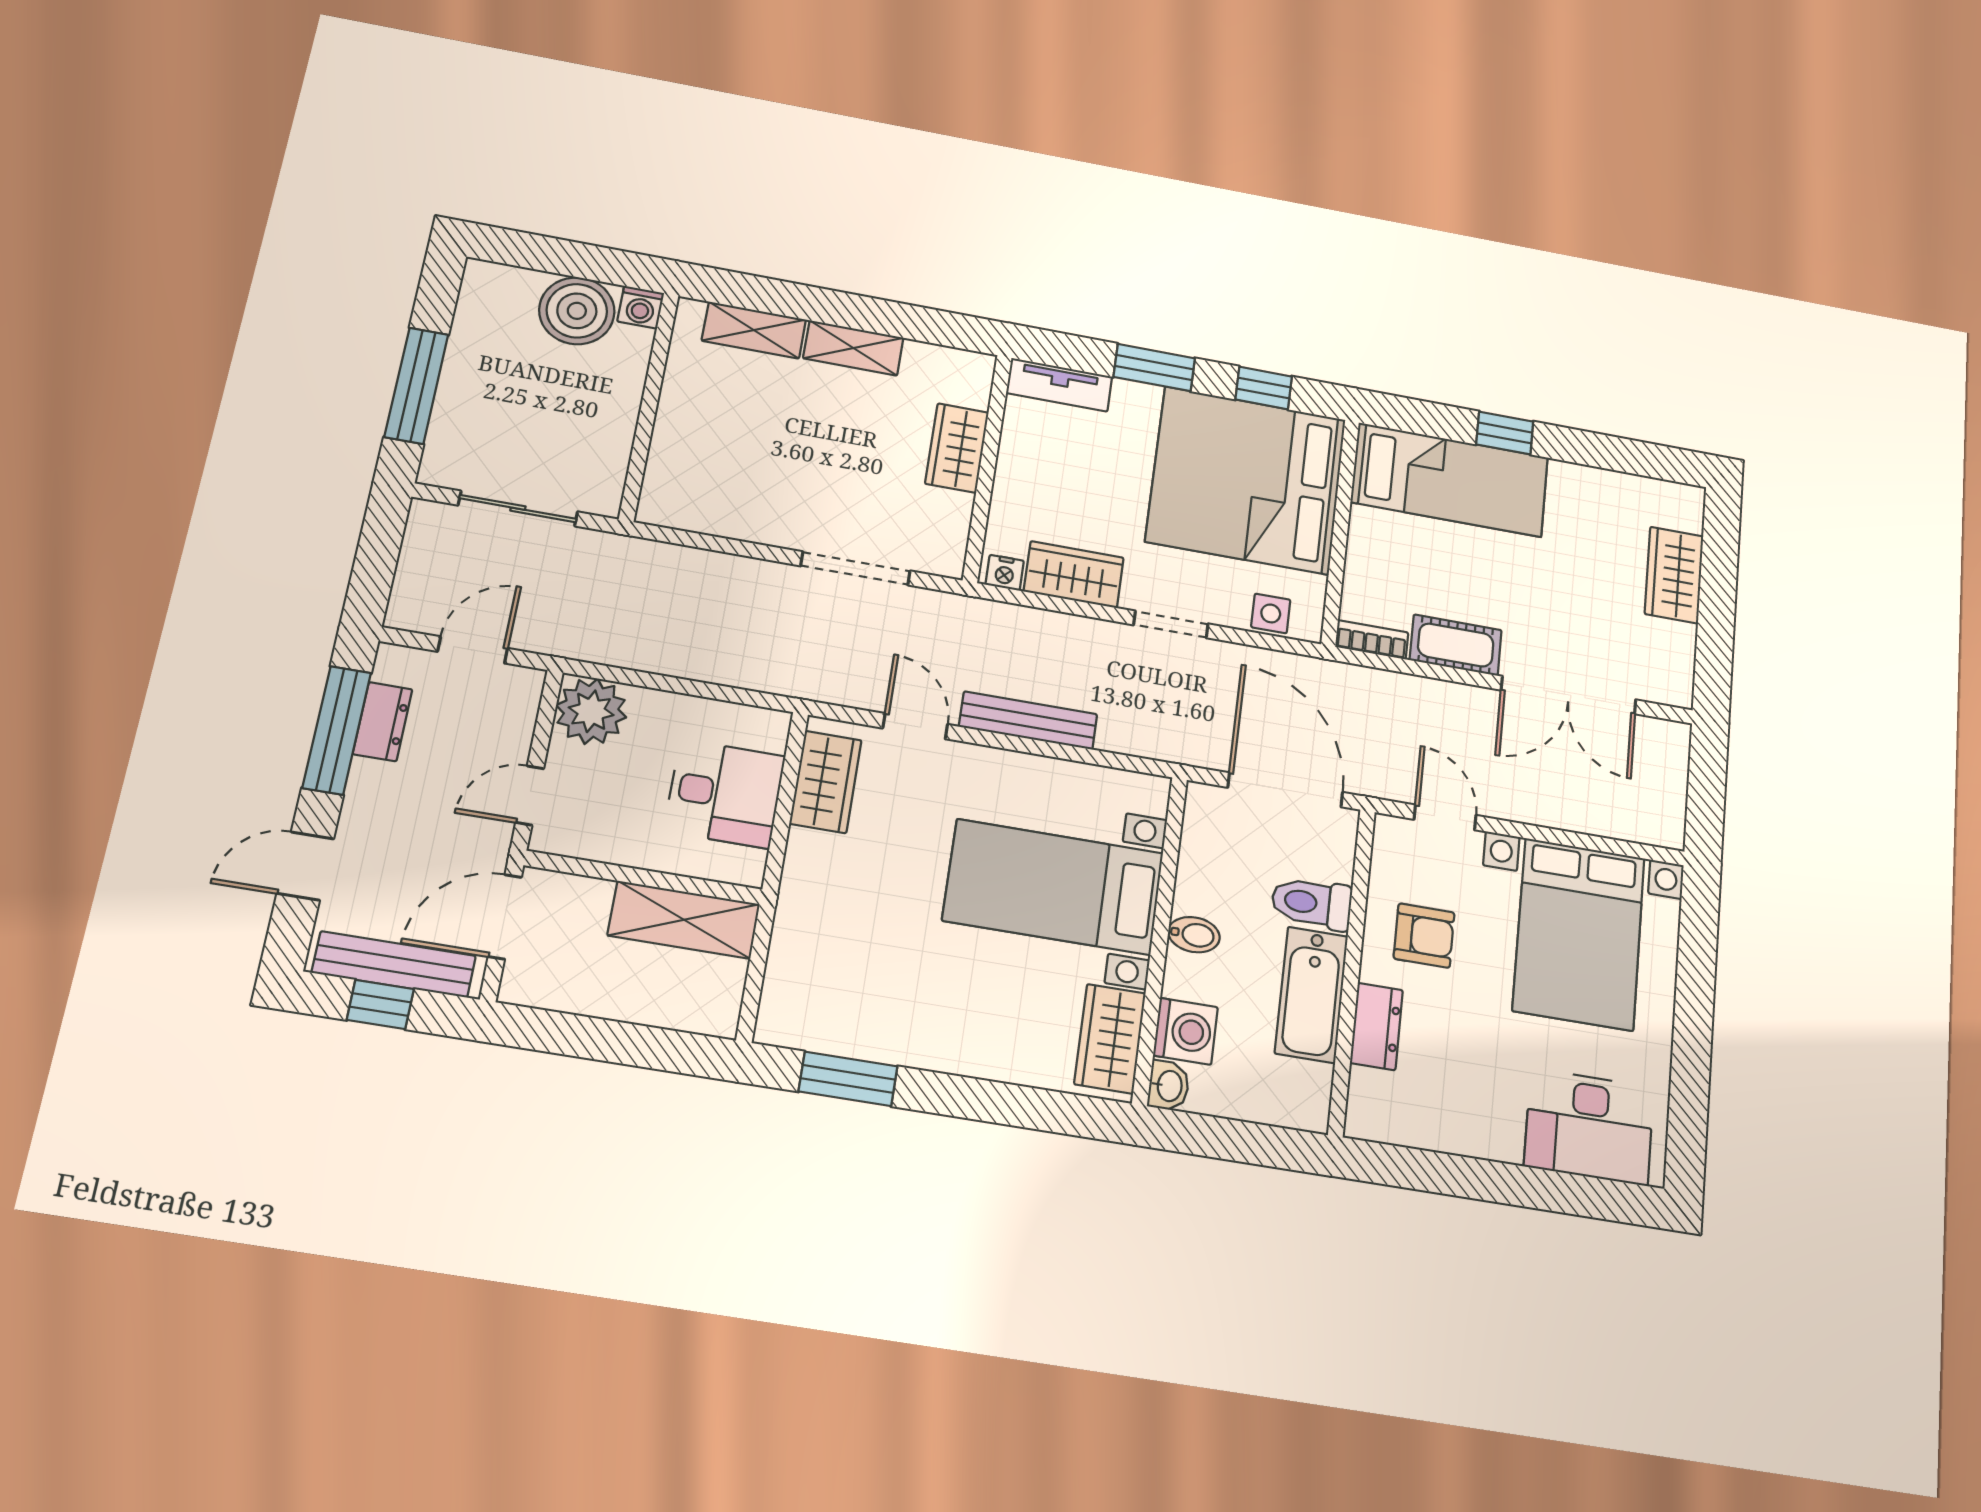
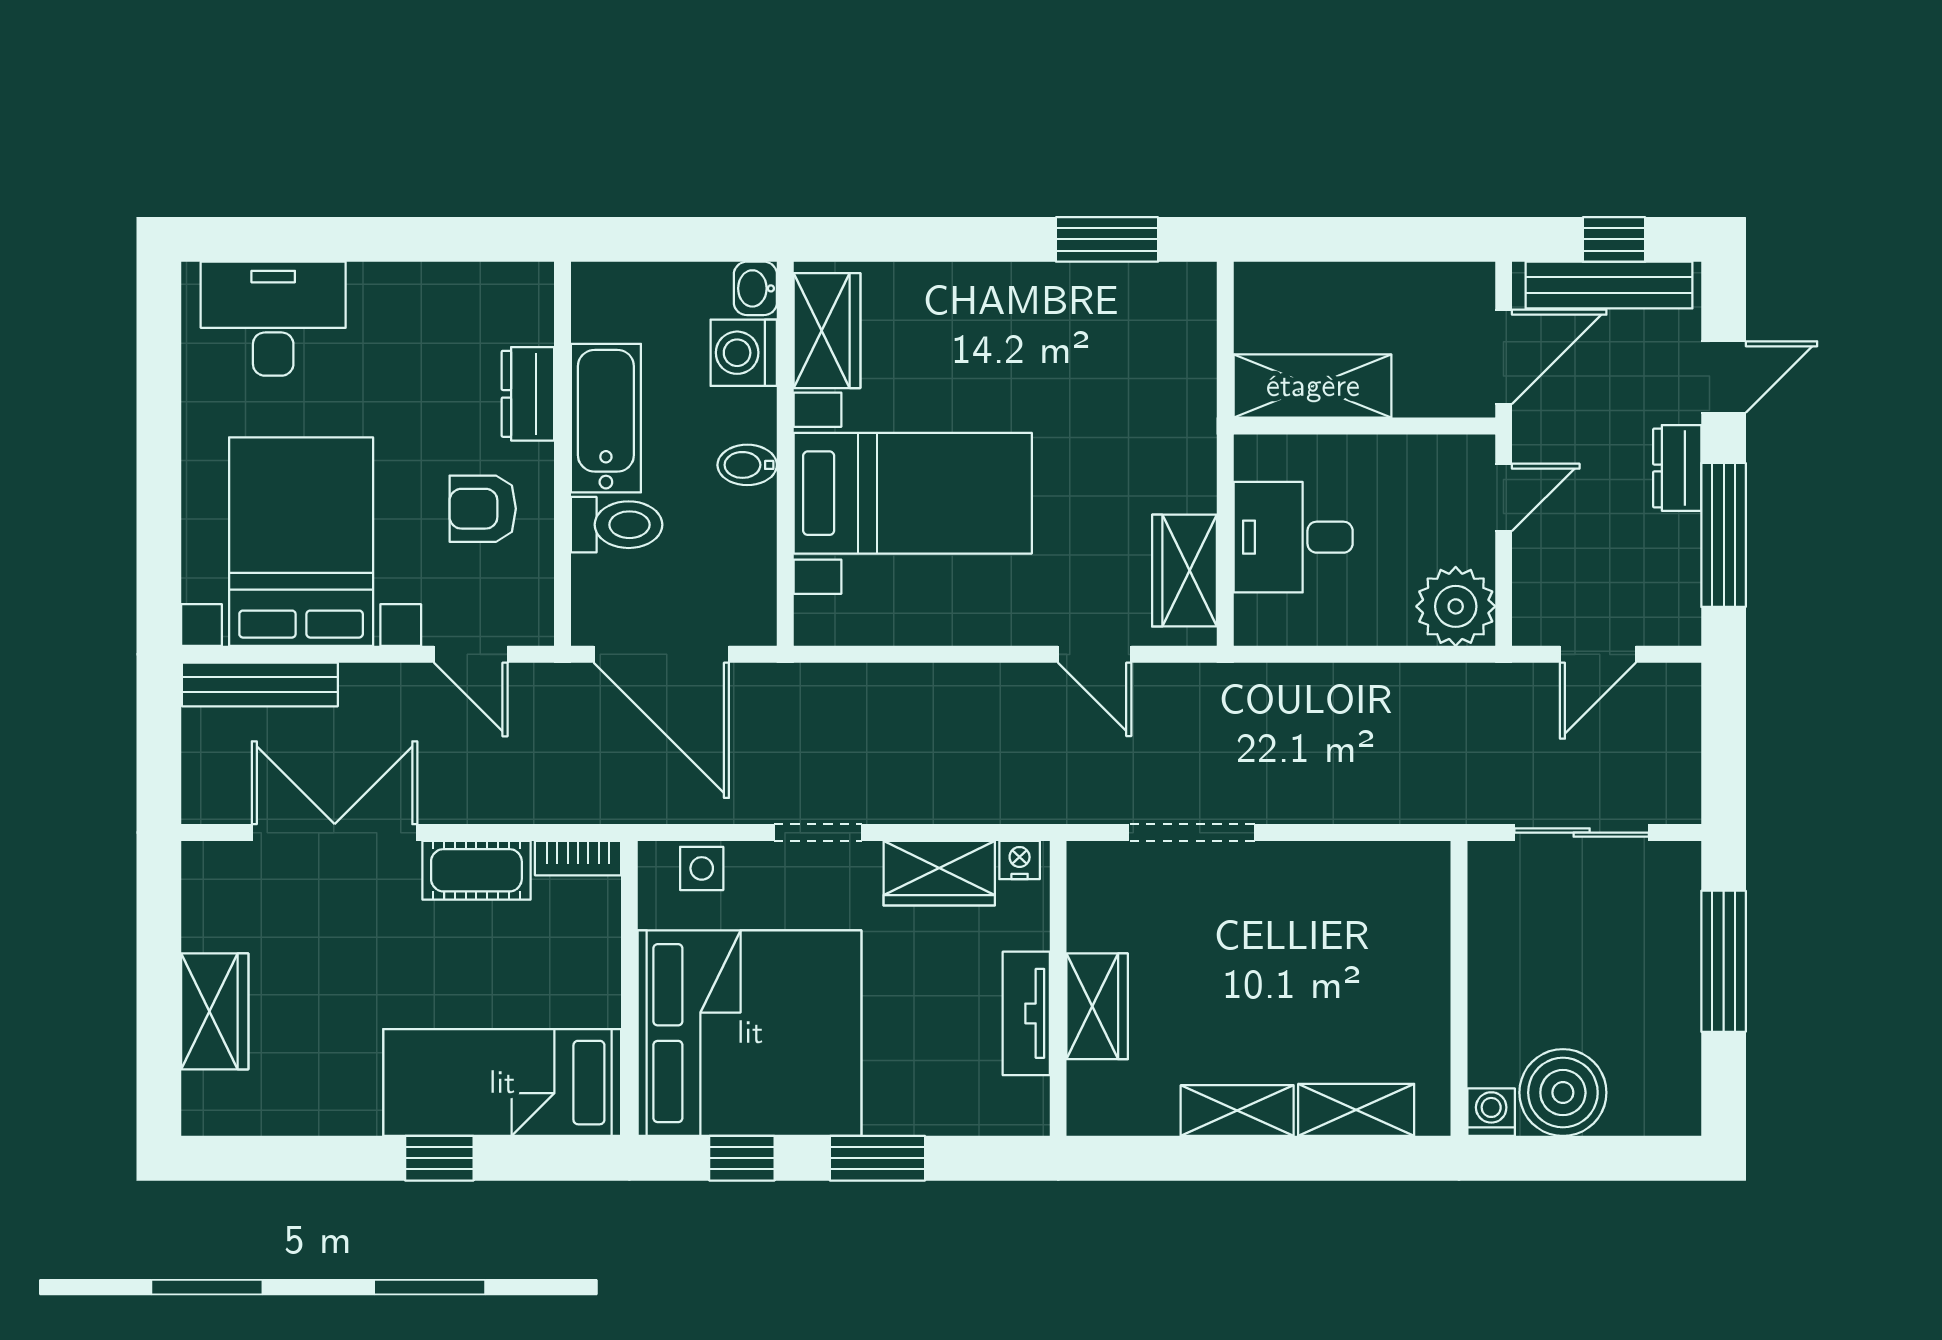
tv unit: (1059, 385) -> (1026, 1013), moved, turned -90
bench: (1028, 720) -> (260, 685), moved
dresser: (383, 722) -> (1677, 468), moved

